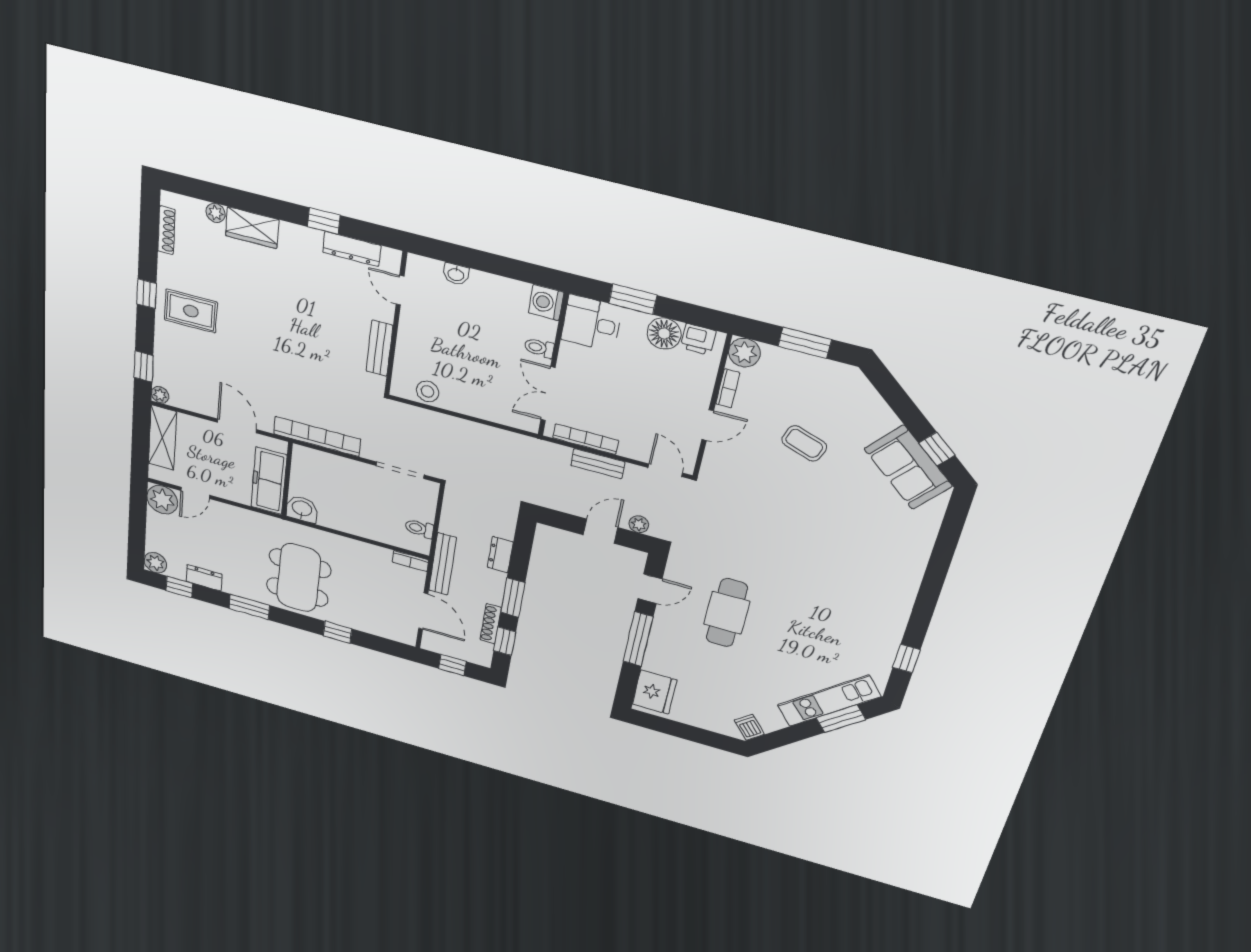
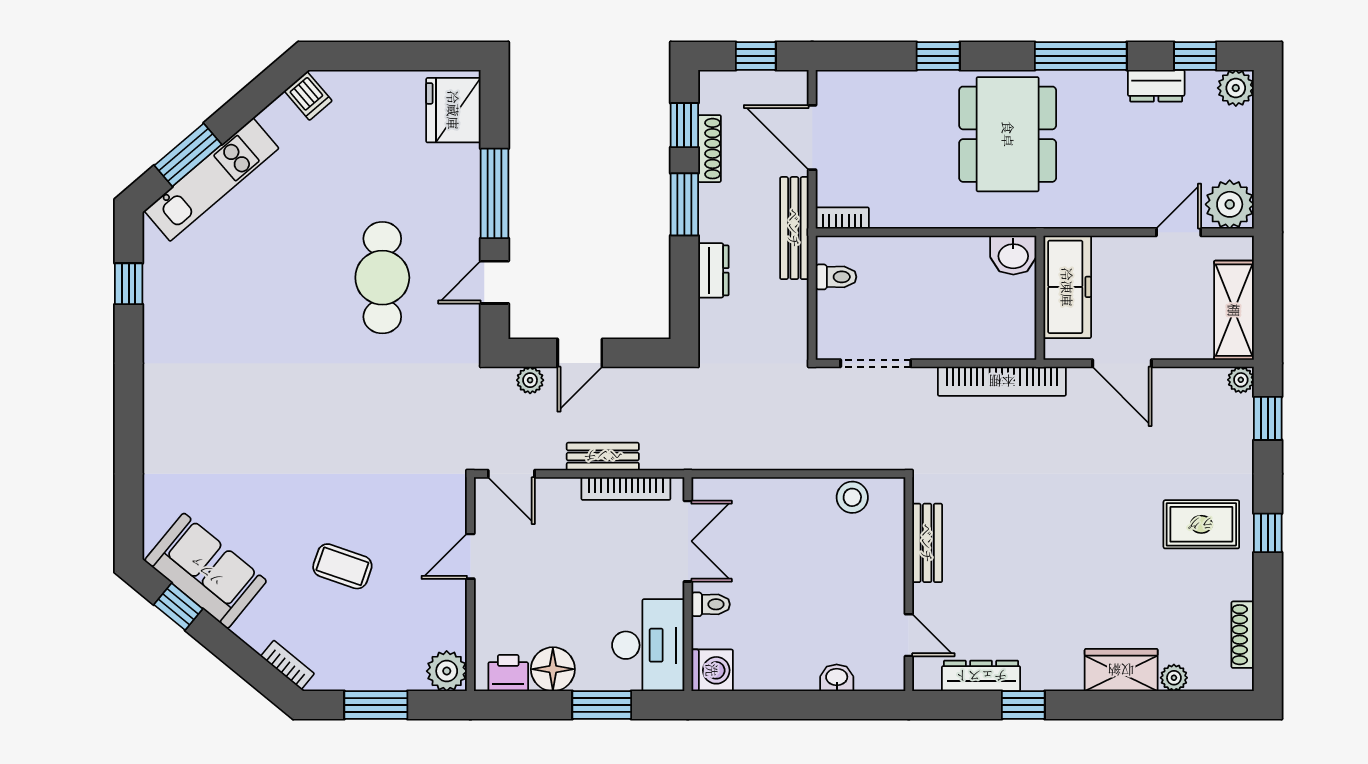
desk: (592, 323) -> (648, 645), width x1.37
bookcase: (728, 388) -> (288, 665), moved, turned 129
window: (249, 607) -> (1081, 56), width x1.44

